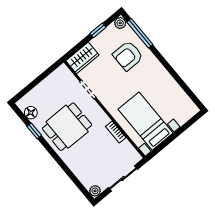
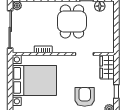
bed with nightstands: (146, 121) -> (34, 80), width x1.36
sliding door: (123, 179) -> (10, 29), width x1.37

